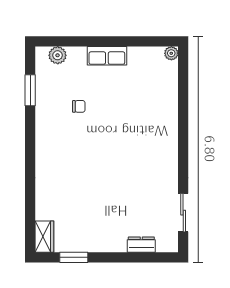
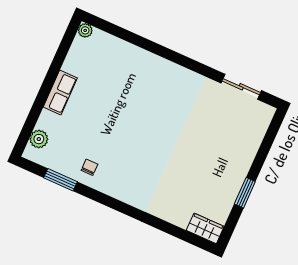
chair: (79, 106) -> (89, 167), moved
dresser: (141, 245) -> (254, 140), removed
window: (74, 257) -> (245, 193), moved

